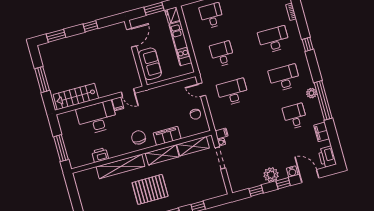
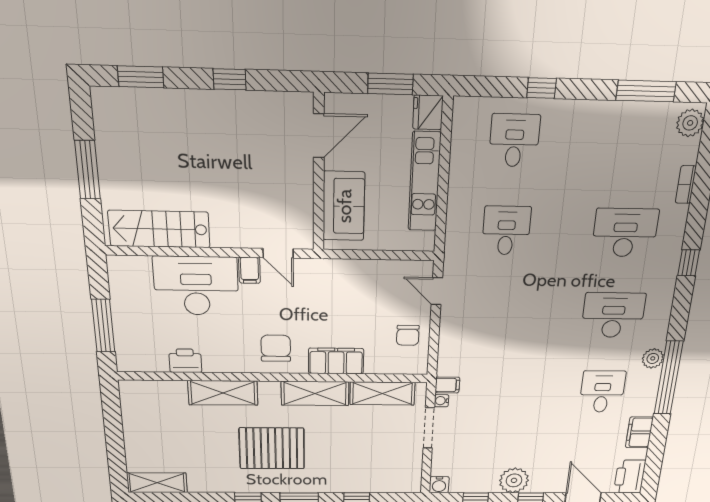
desk: (233, 92) -> (499, 314), removed
shelving: (120, 166) -> (223, 393), width x0.68
water cooler: (292, 172) -> (439, 485), moved

